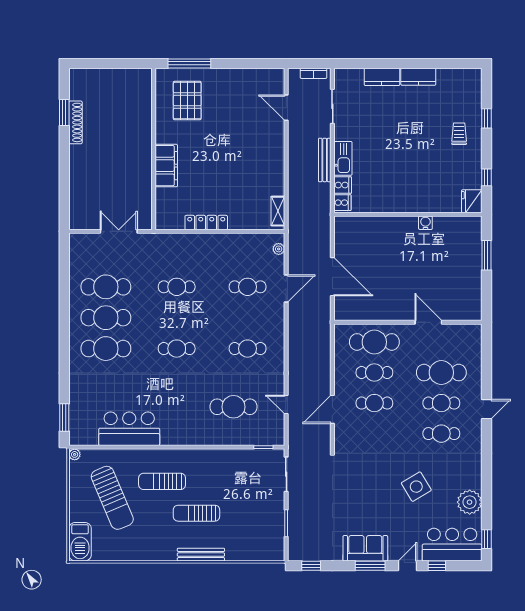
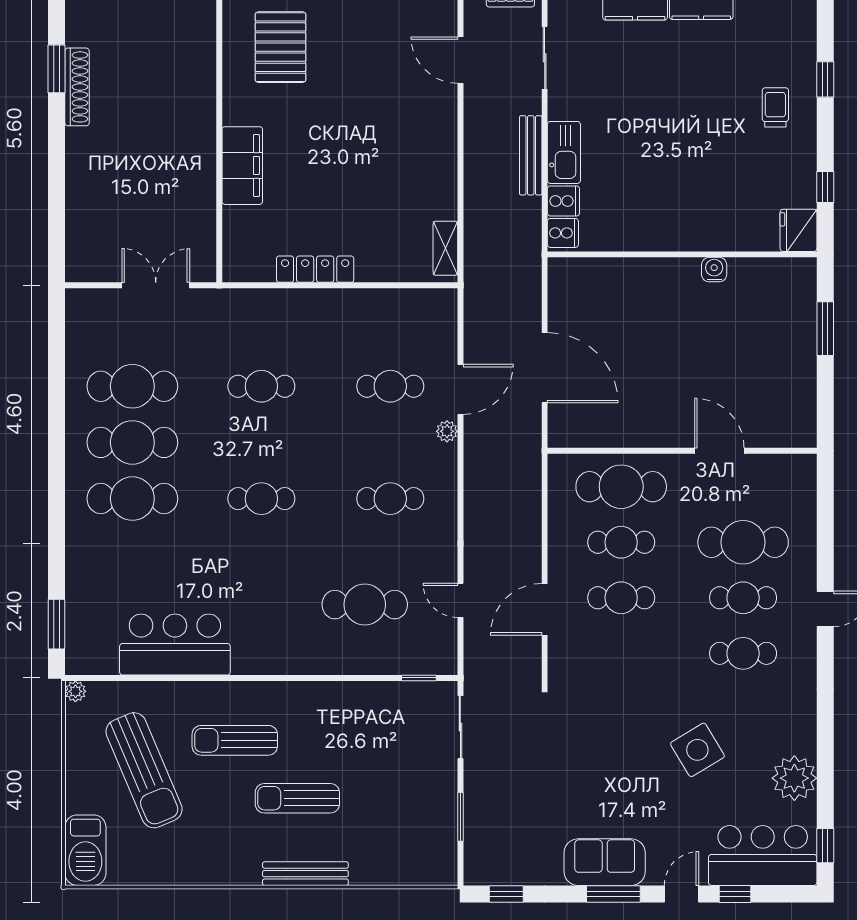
plant: (279, 249) -> (447, 431), moved

